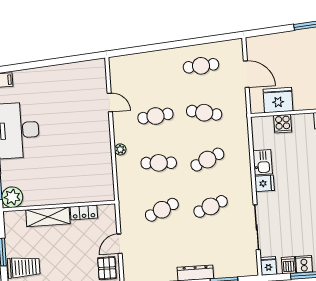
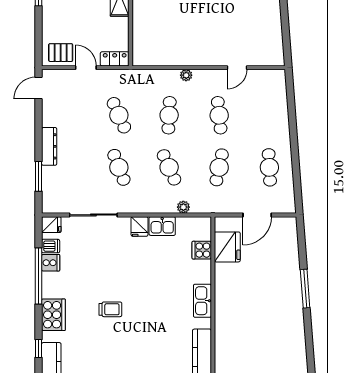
plant: (244, 144) -> (183, 207), added
locker: (84, 212) -> (115, 59), moved, turned 90

